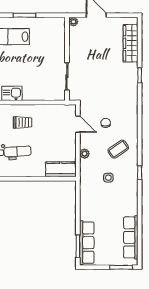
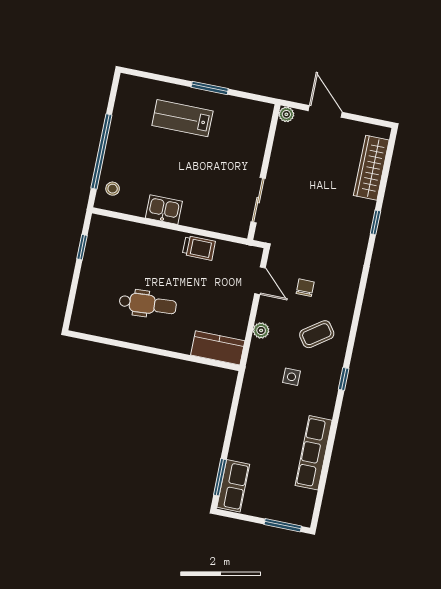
trolley: (23, 122) -> (199, 248), moved
row of seats: (131, 237) -> (314, 453), moved
row of seats: (87, 243) -> (233, 486), width x0.68

